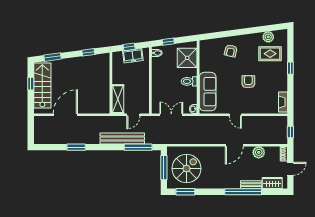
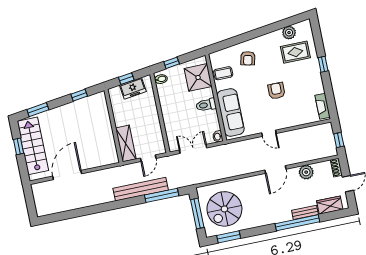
coffee table: (208, 59) -> (223, 73), added
window: (76, 147) -> (88, 211), removed
spiral stairs: (187, 168) -> (224, 209), turned 180

